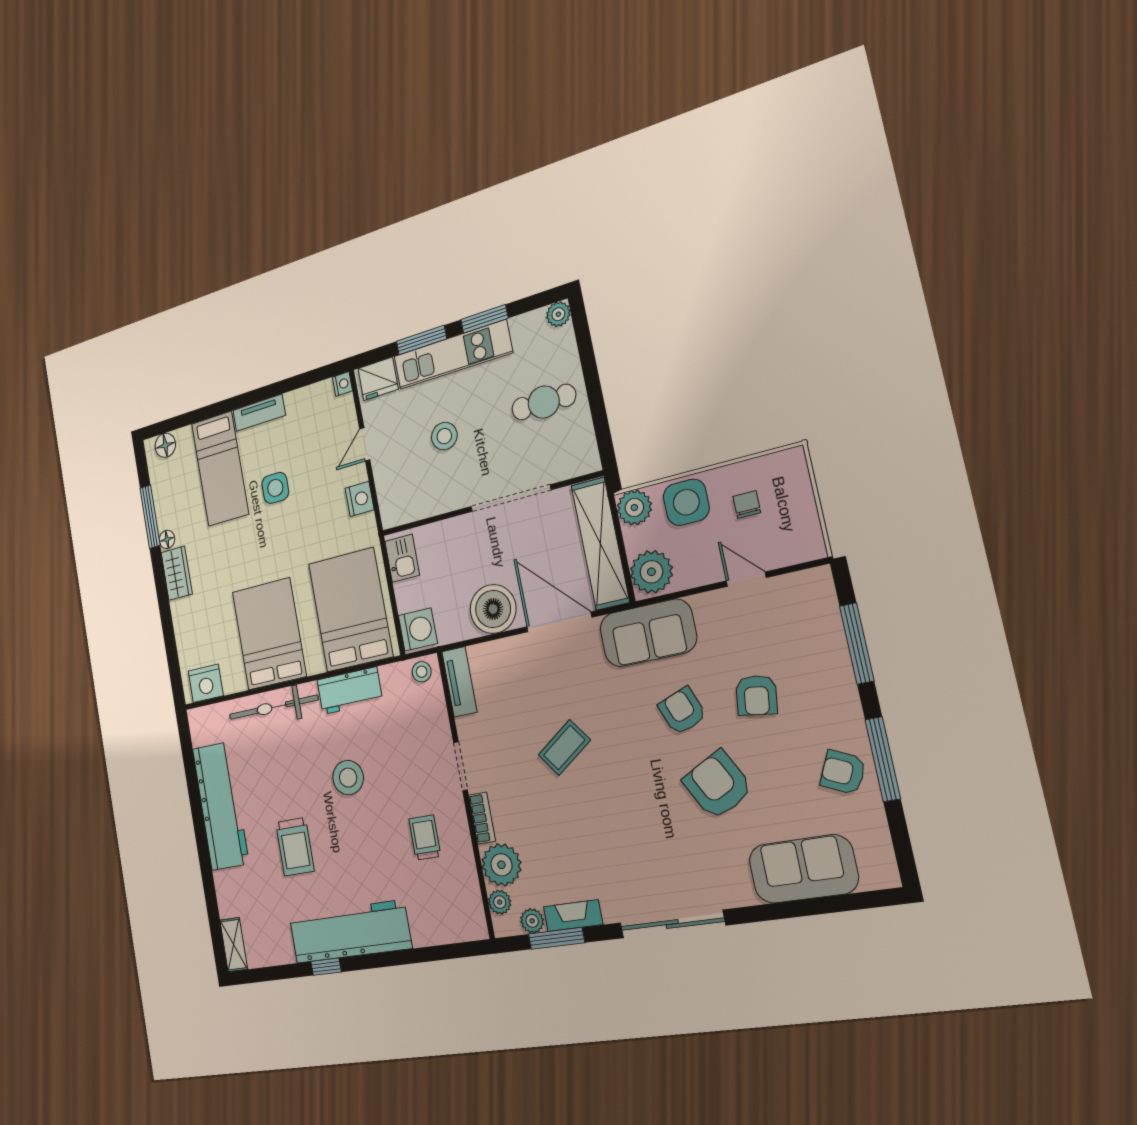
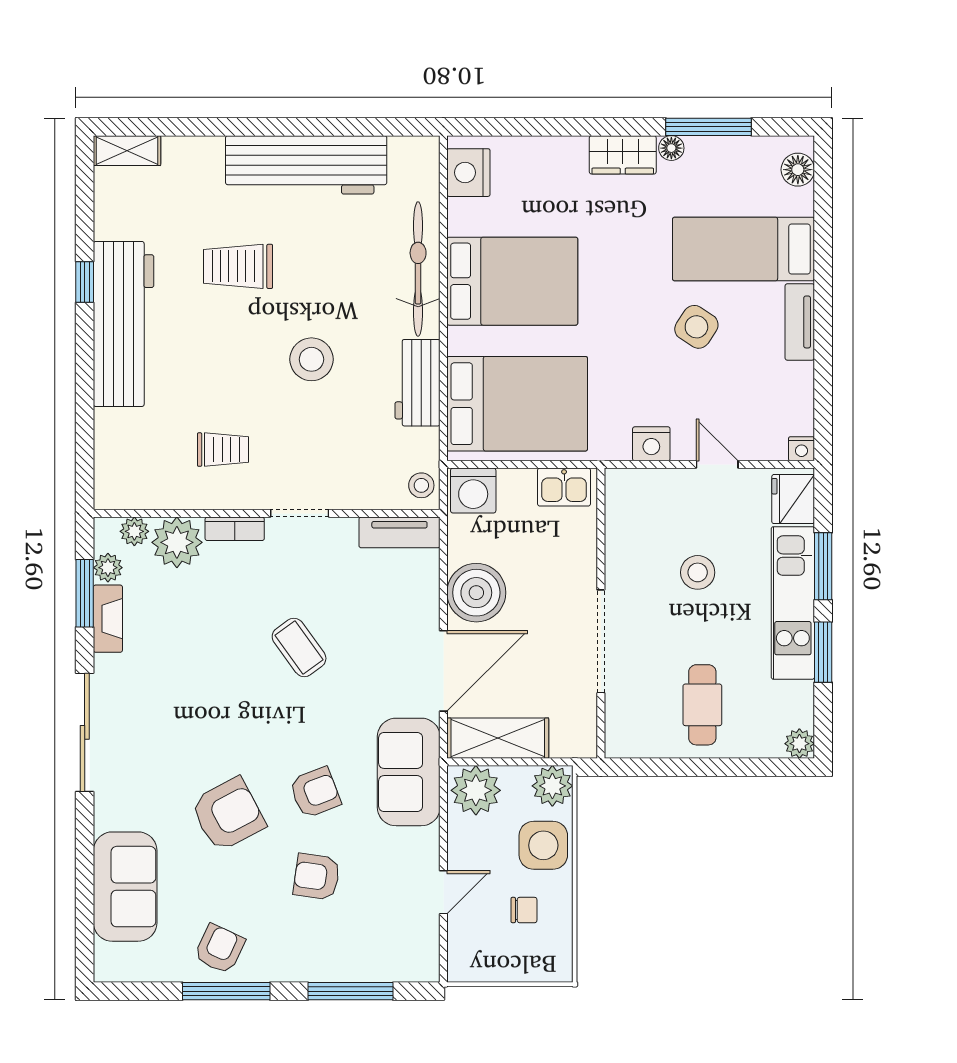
side table: (275, 488) -> (696, 327), turned 33
shelving: (600, 544) -> (498, 738), width x0.68

